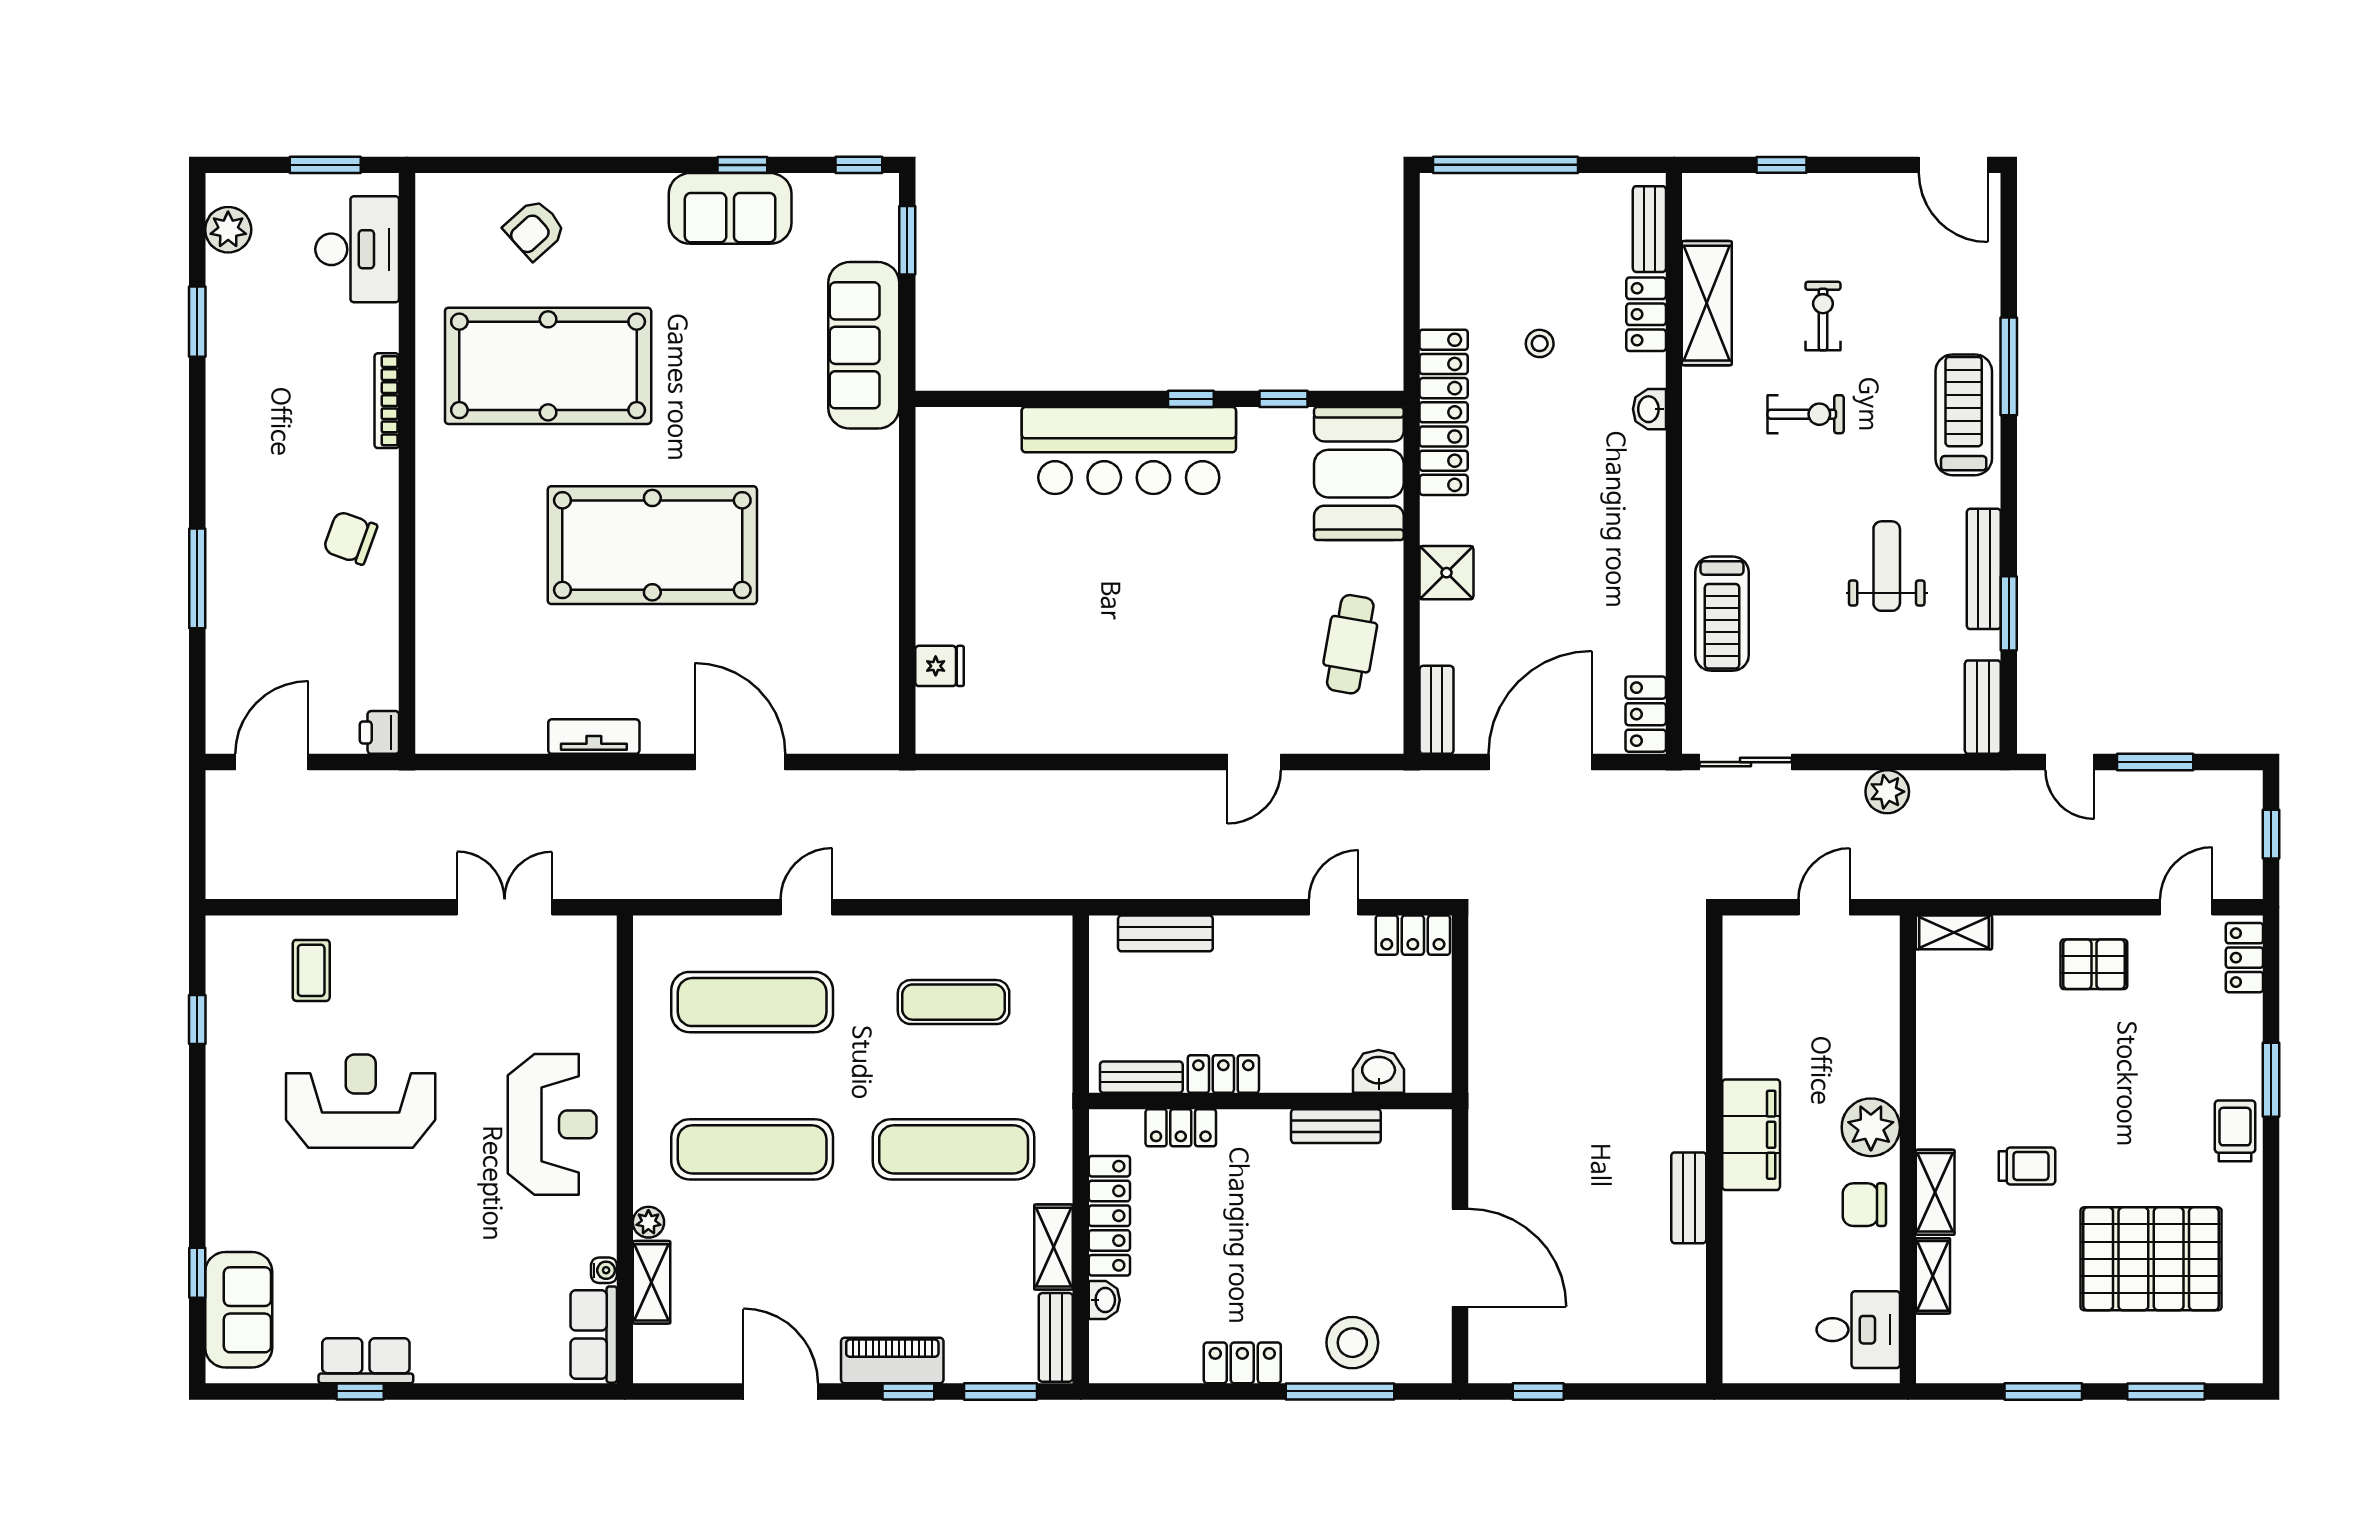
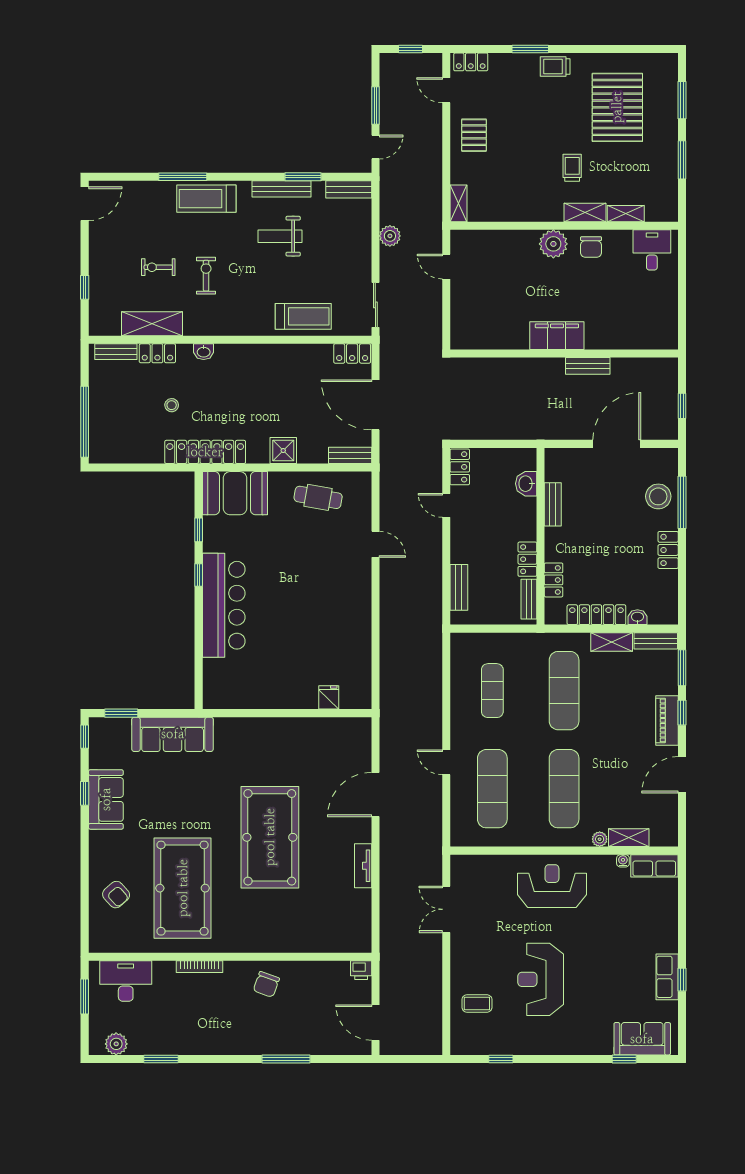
filing cabinet: (1751, 1135) -> (557, 336), moved
wall: (1714, 1149) -> (564, 354), moved
bench: (1689, 1198) -> (588, 366), moved

